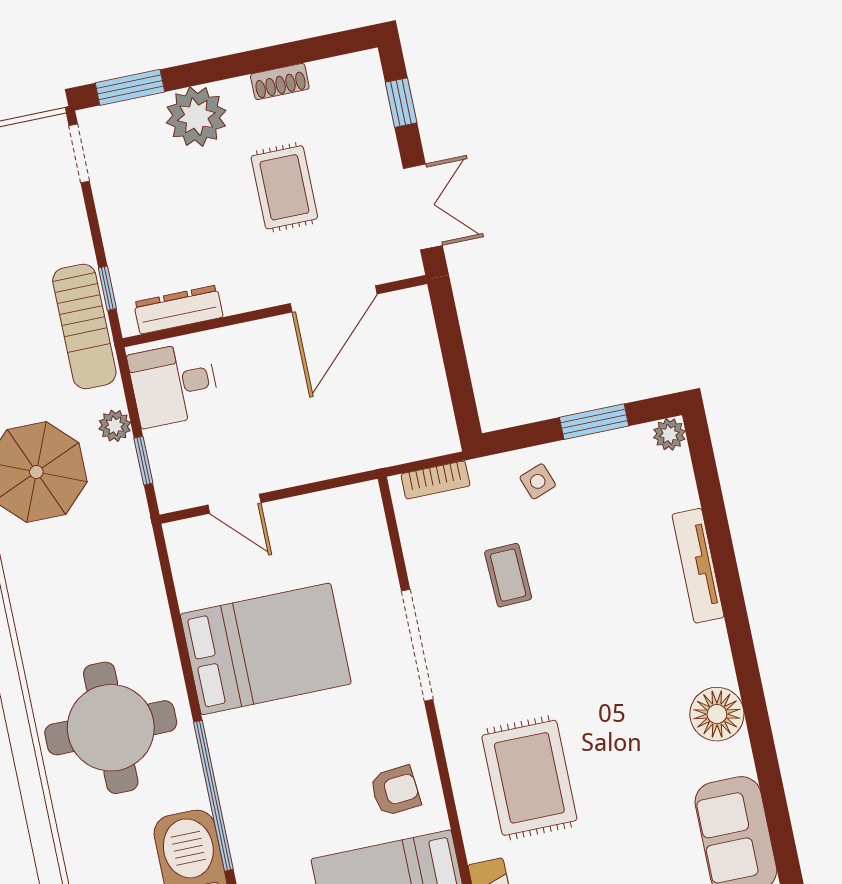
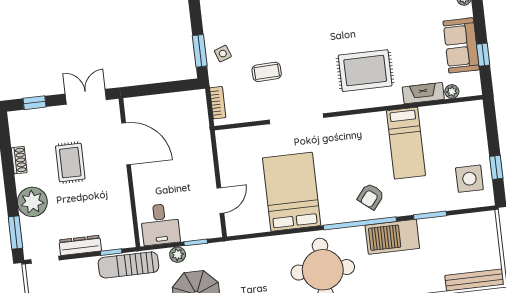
rug: (284, 187) -> (70, 163), turned 90
dresser: (178, 310) -> (80, 245), moved, turned 90
sun lounger: (84, 326) -> (128, 265), turned 180
window: (594, 422) -> (200, 51), moved
armchair: (395, 791) -> (371, 196), moved, turned -136

